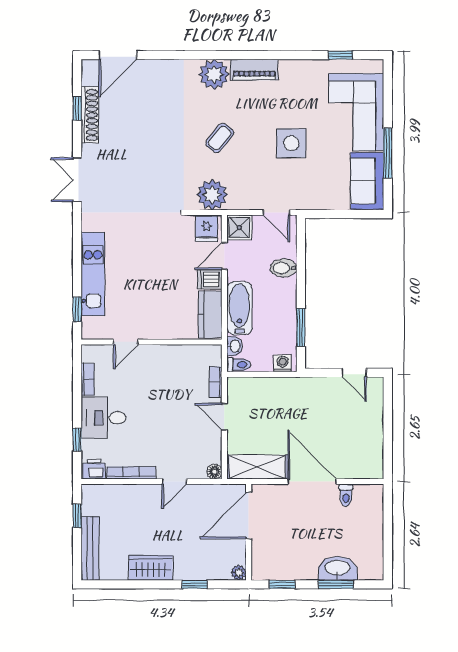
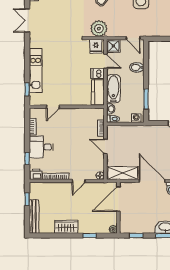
door: (224, 256) -> (105, 61), swing flipped

